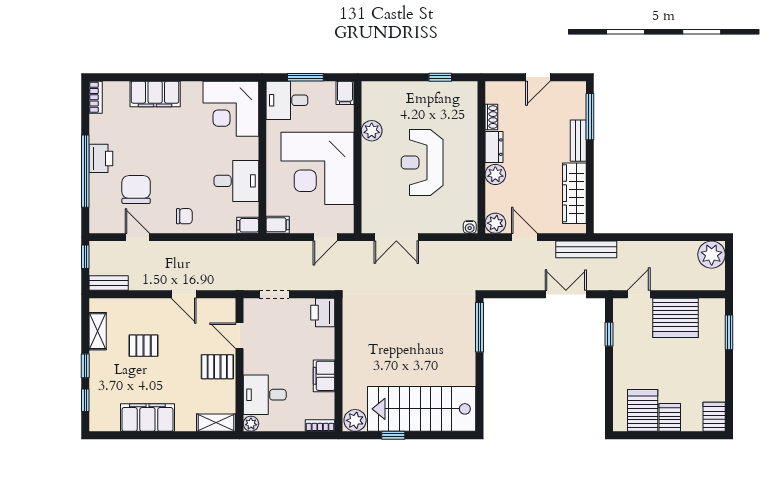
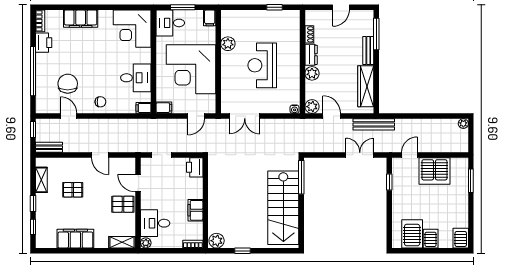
printer: (101, 158) -> (44, 43), moved
plant: (712, 255) -> (463, 124), width x0.53, depth x0.53
stairs: (422, 409) -> (283, 208), moved, turned -90

